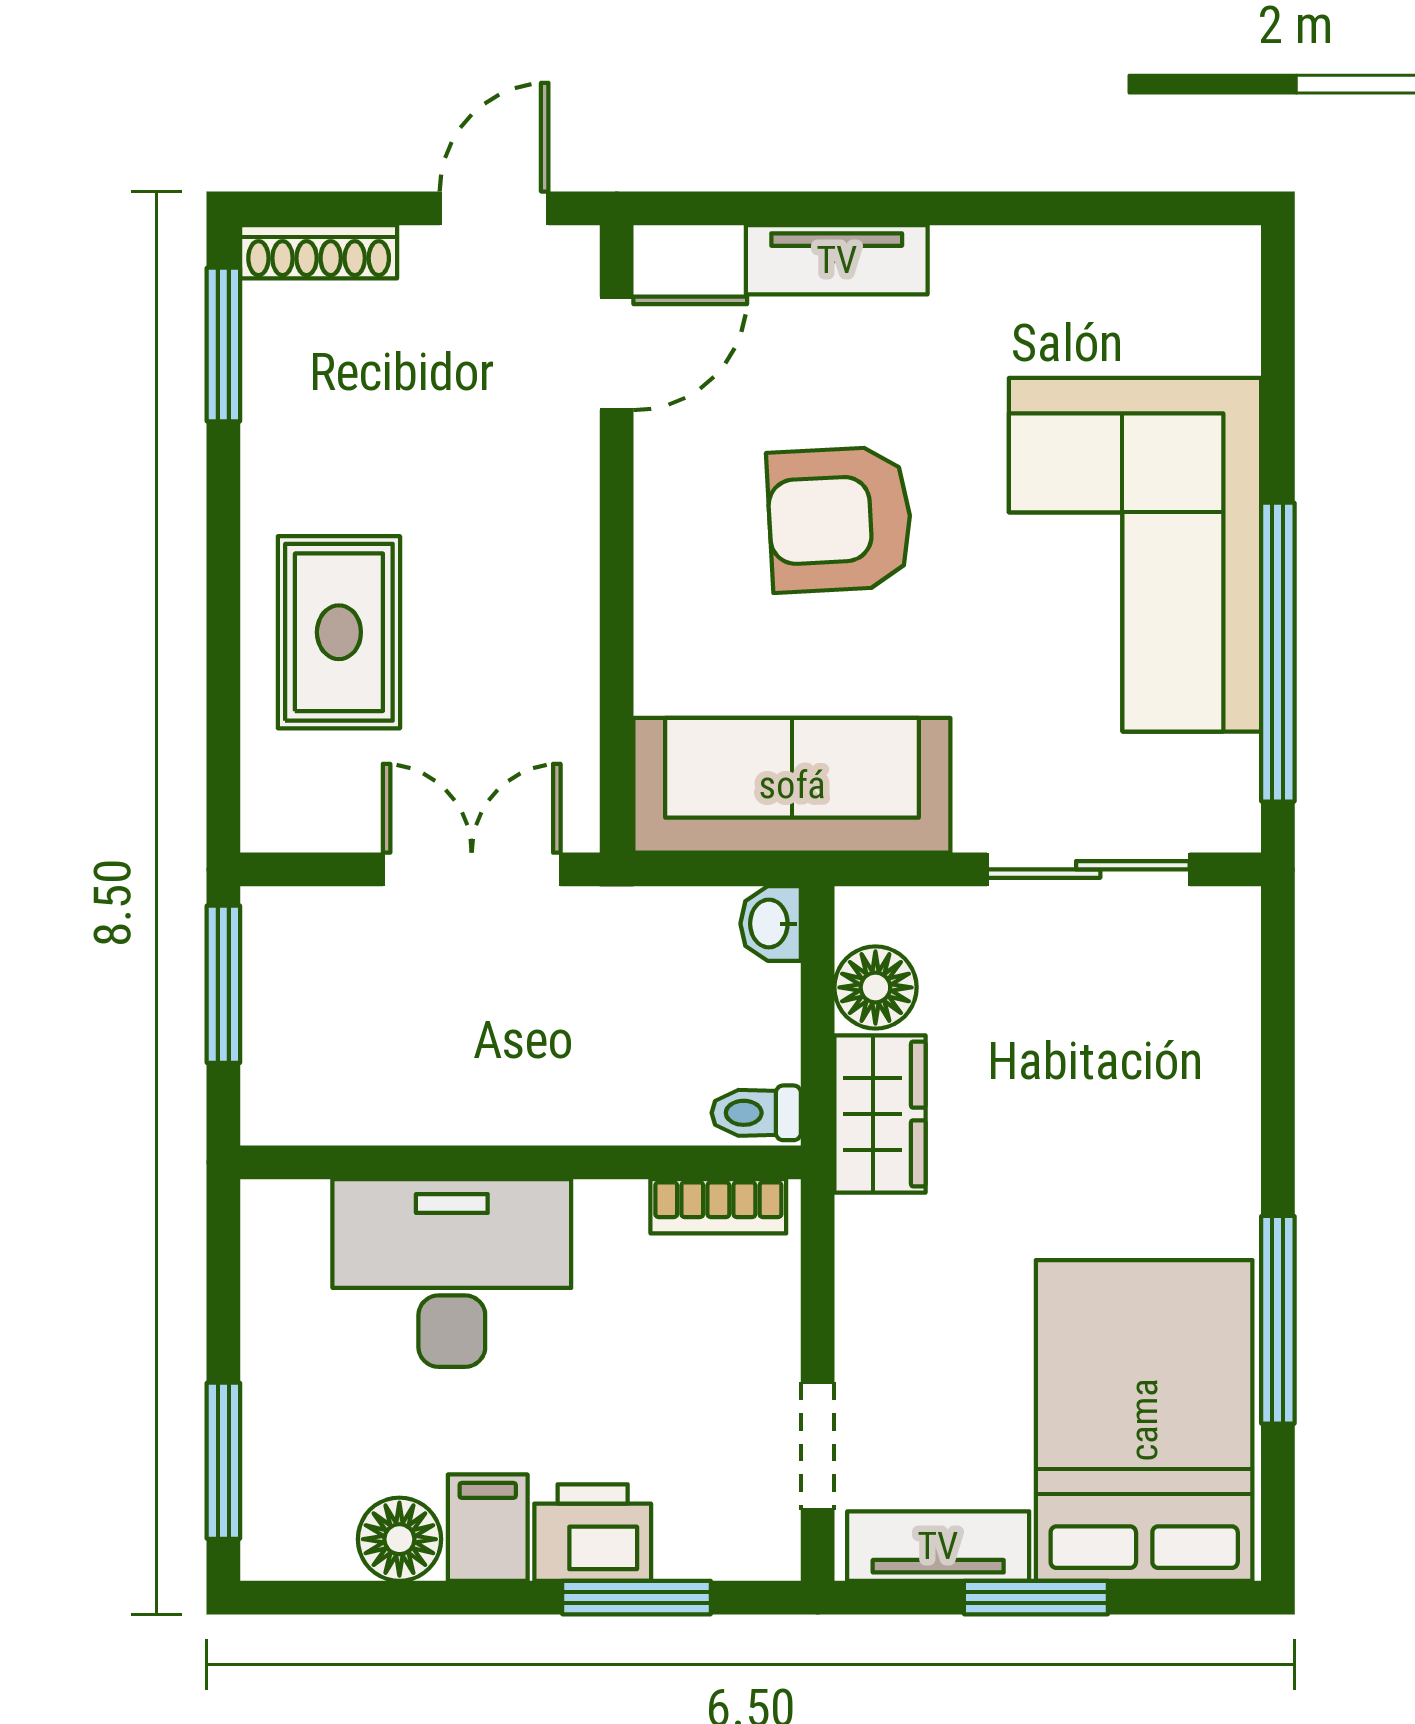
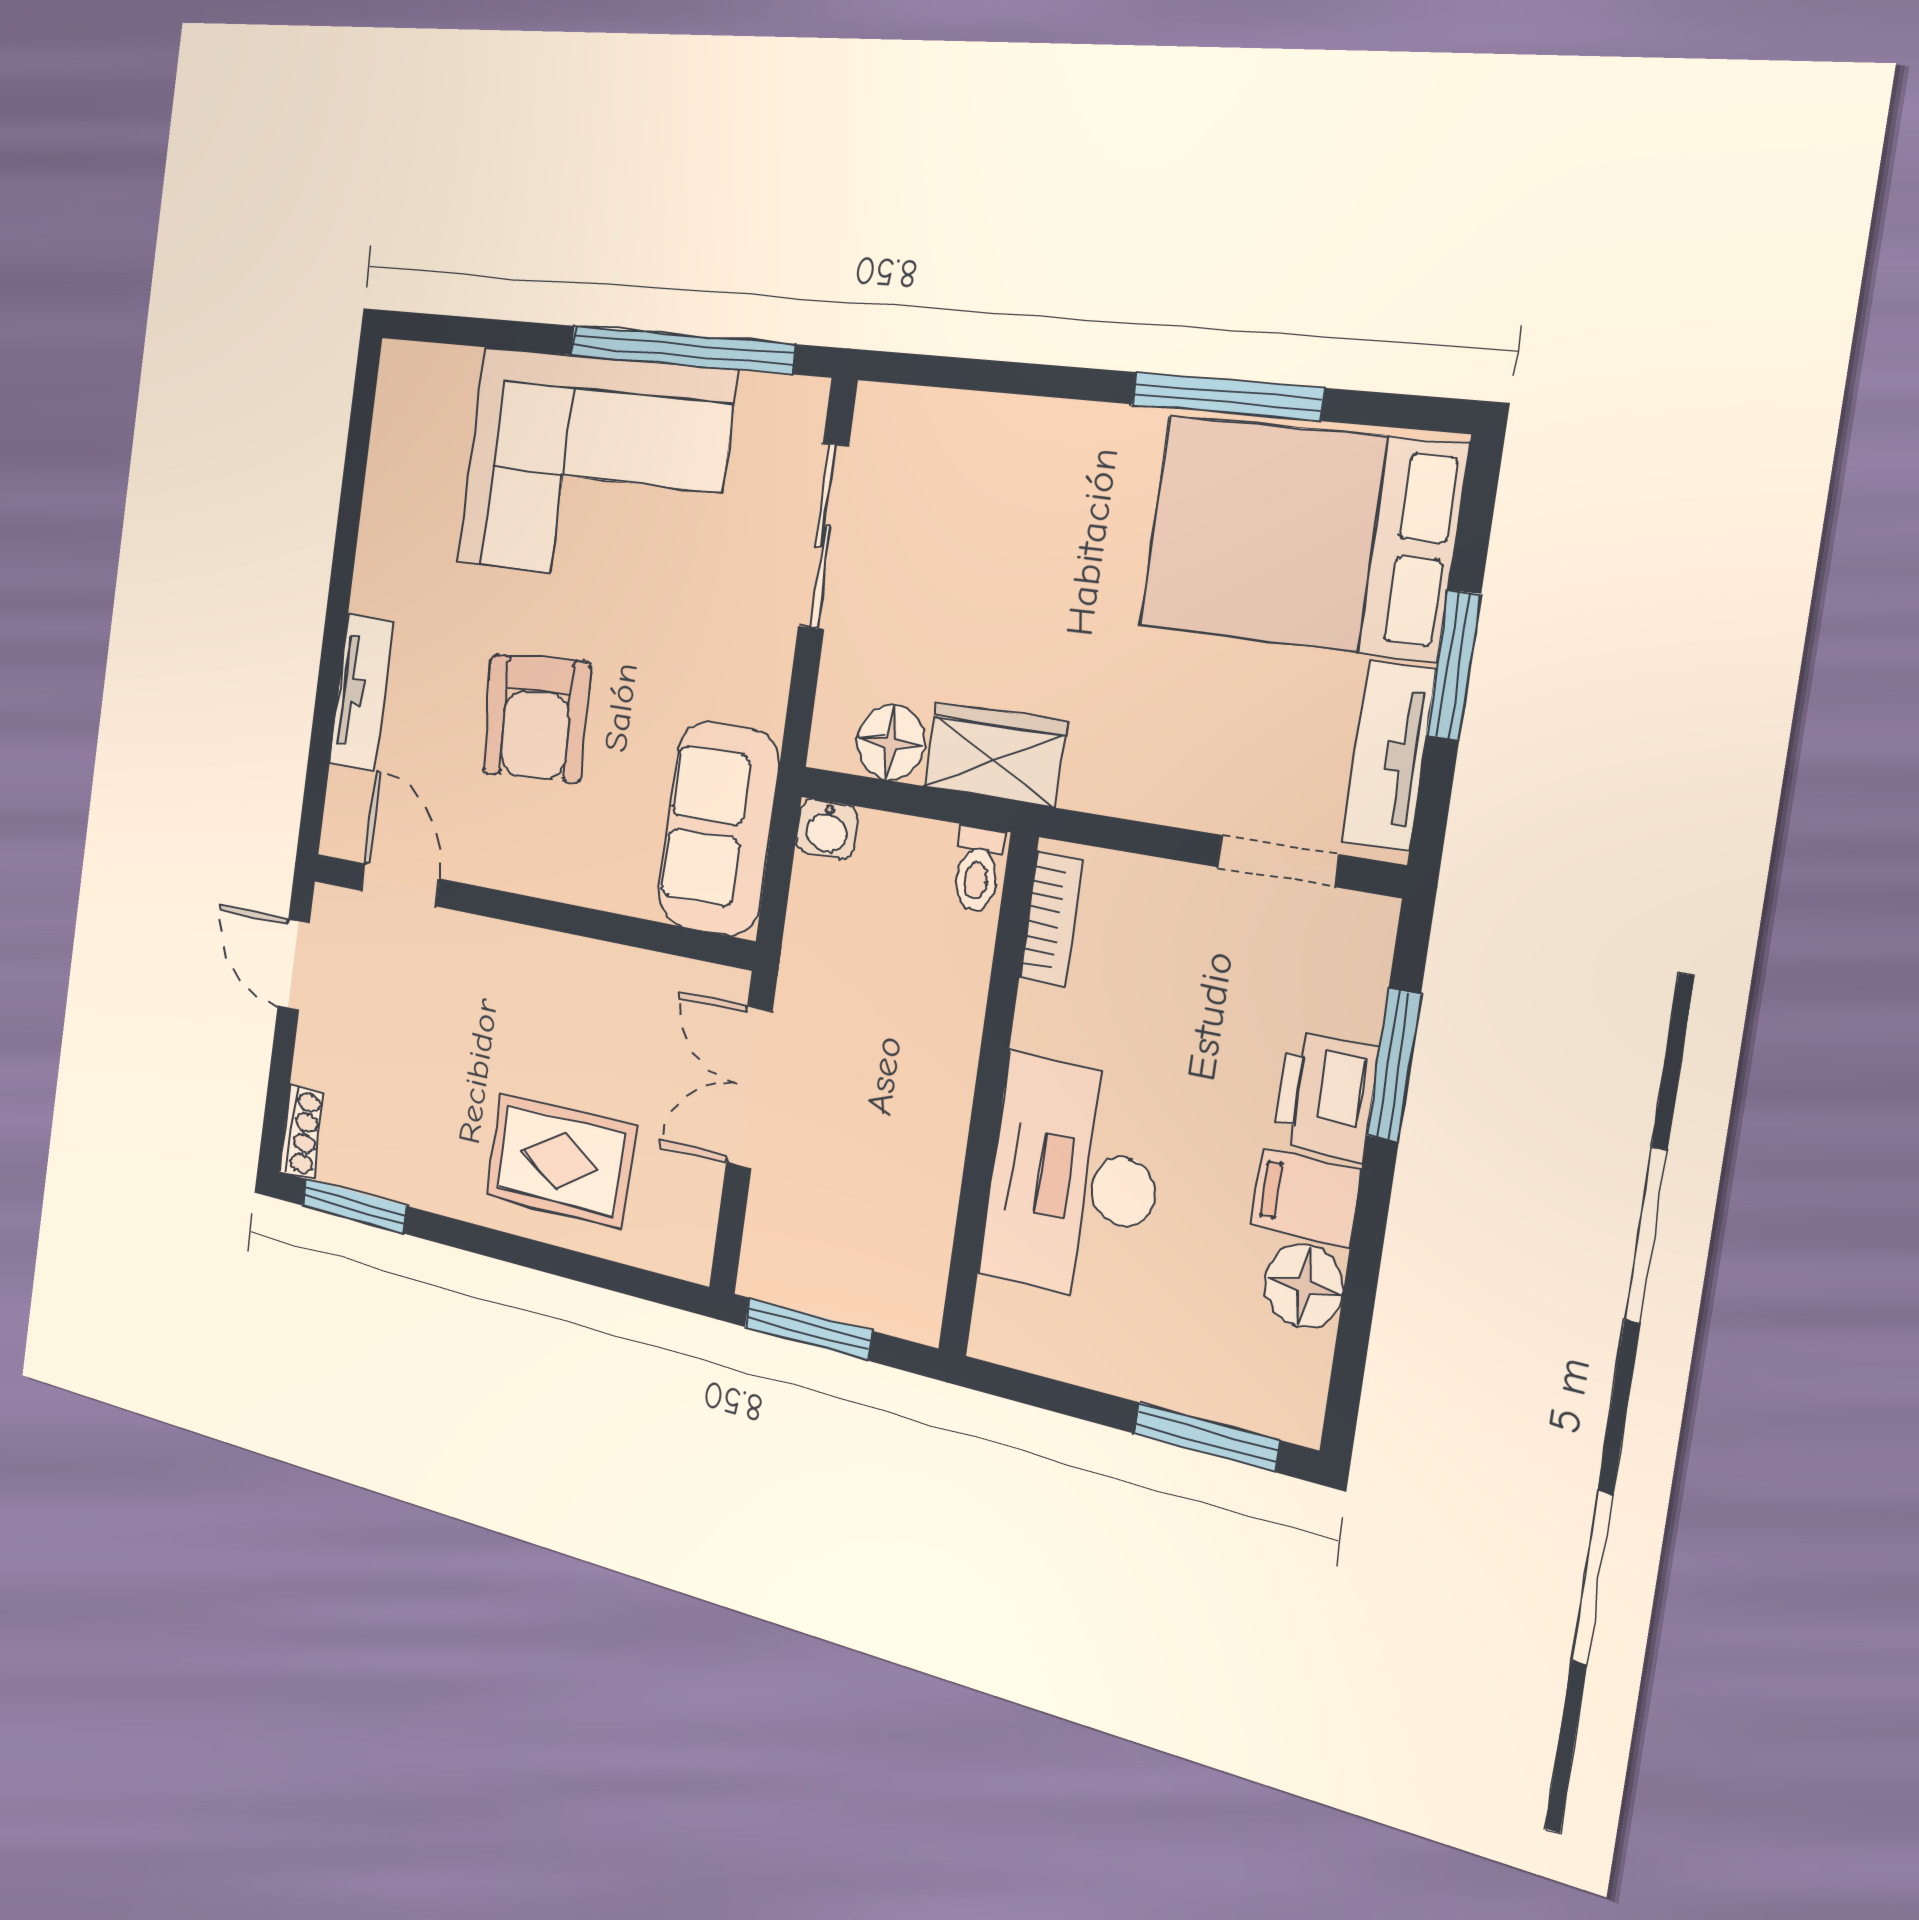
shoe rack: (319, 252) -> (301, 1132), width x0.70
sofa: (792, 785) -> (719, 829), width x0.73

